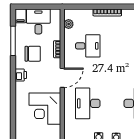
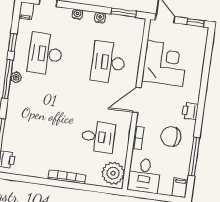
desk: (38, 21) -> (144, 176), moved
plant: (69, 24) -> (113, 173), width x1.87, depth x1.87
desk: (88, 46) -> (98, 137), turned 180
desk: (88, 103) -> (108, 62), turned 180

